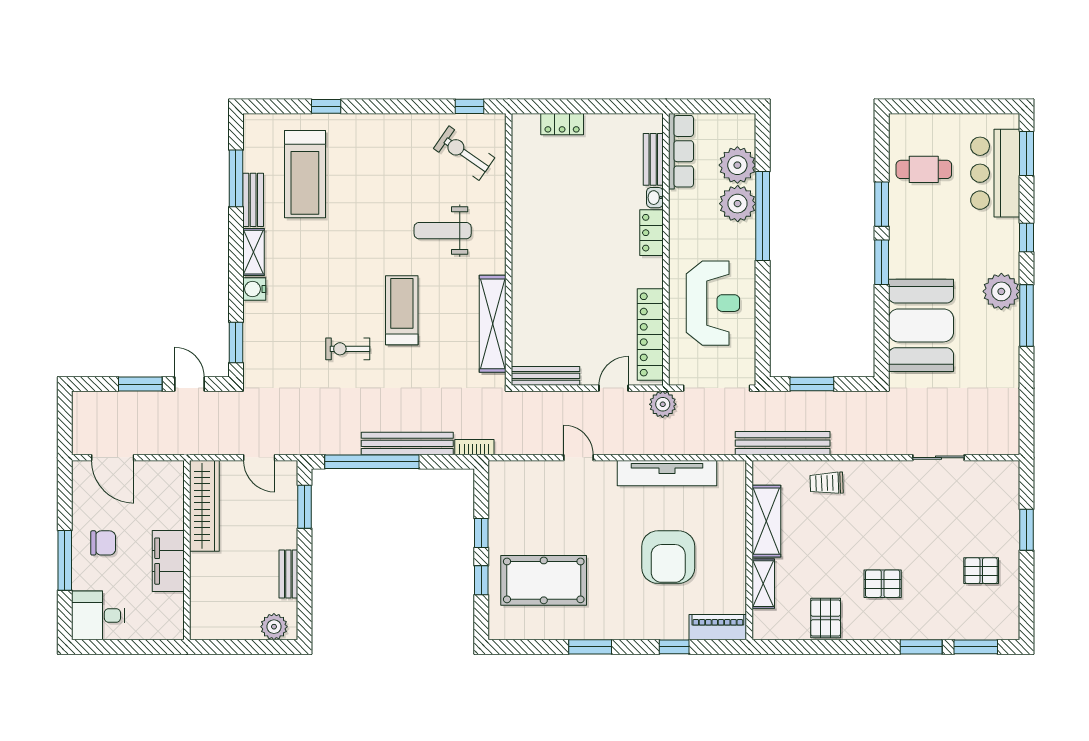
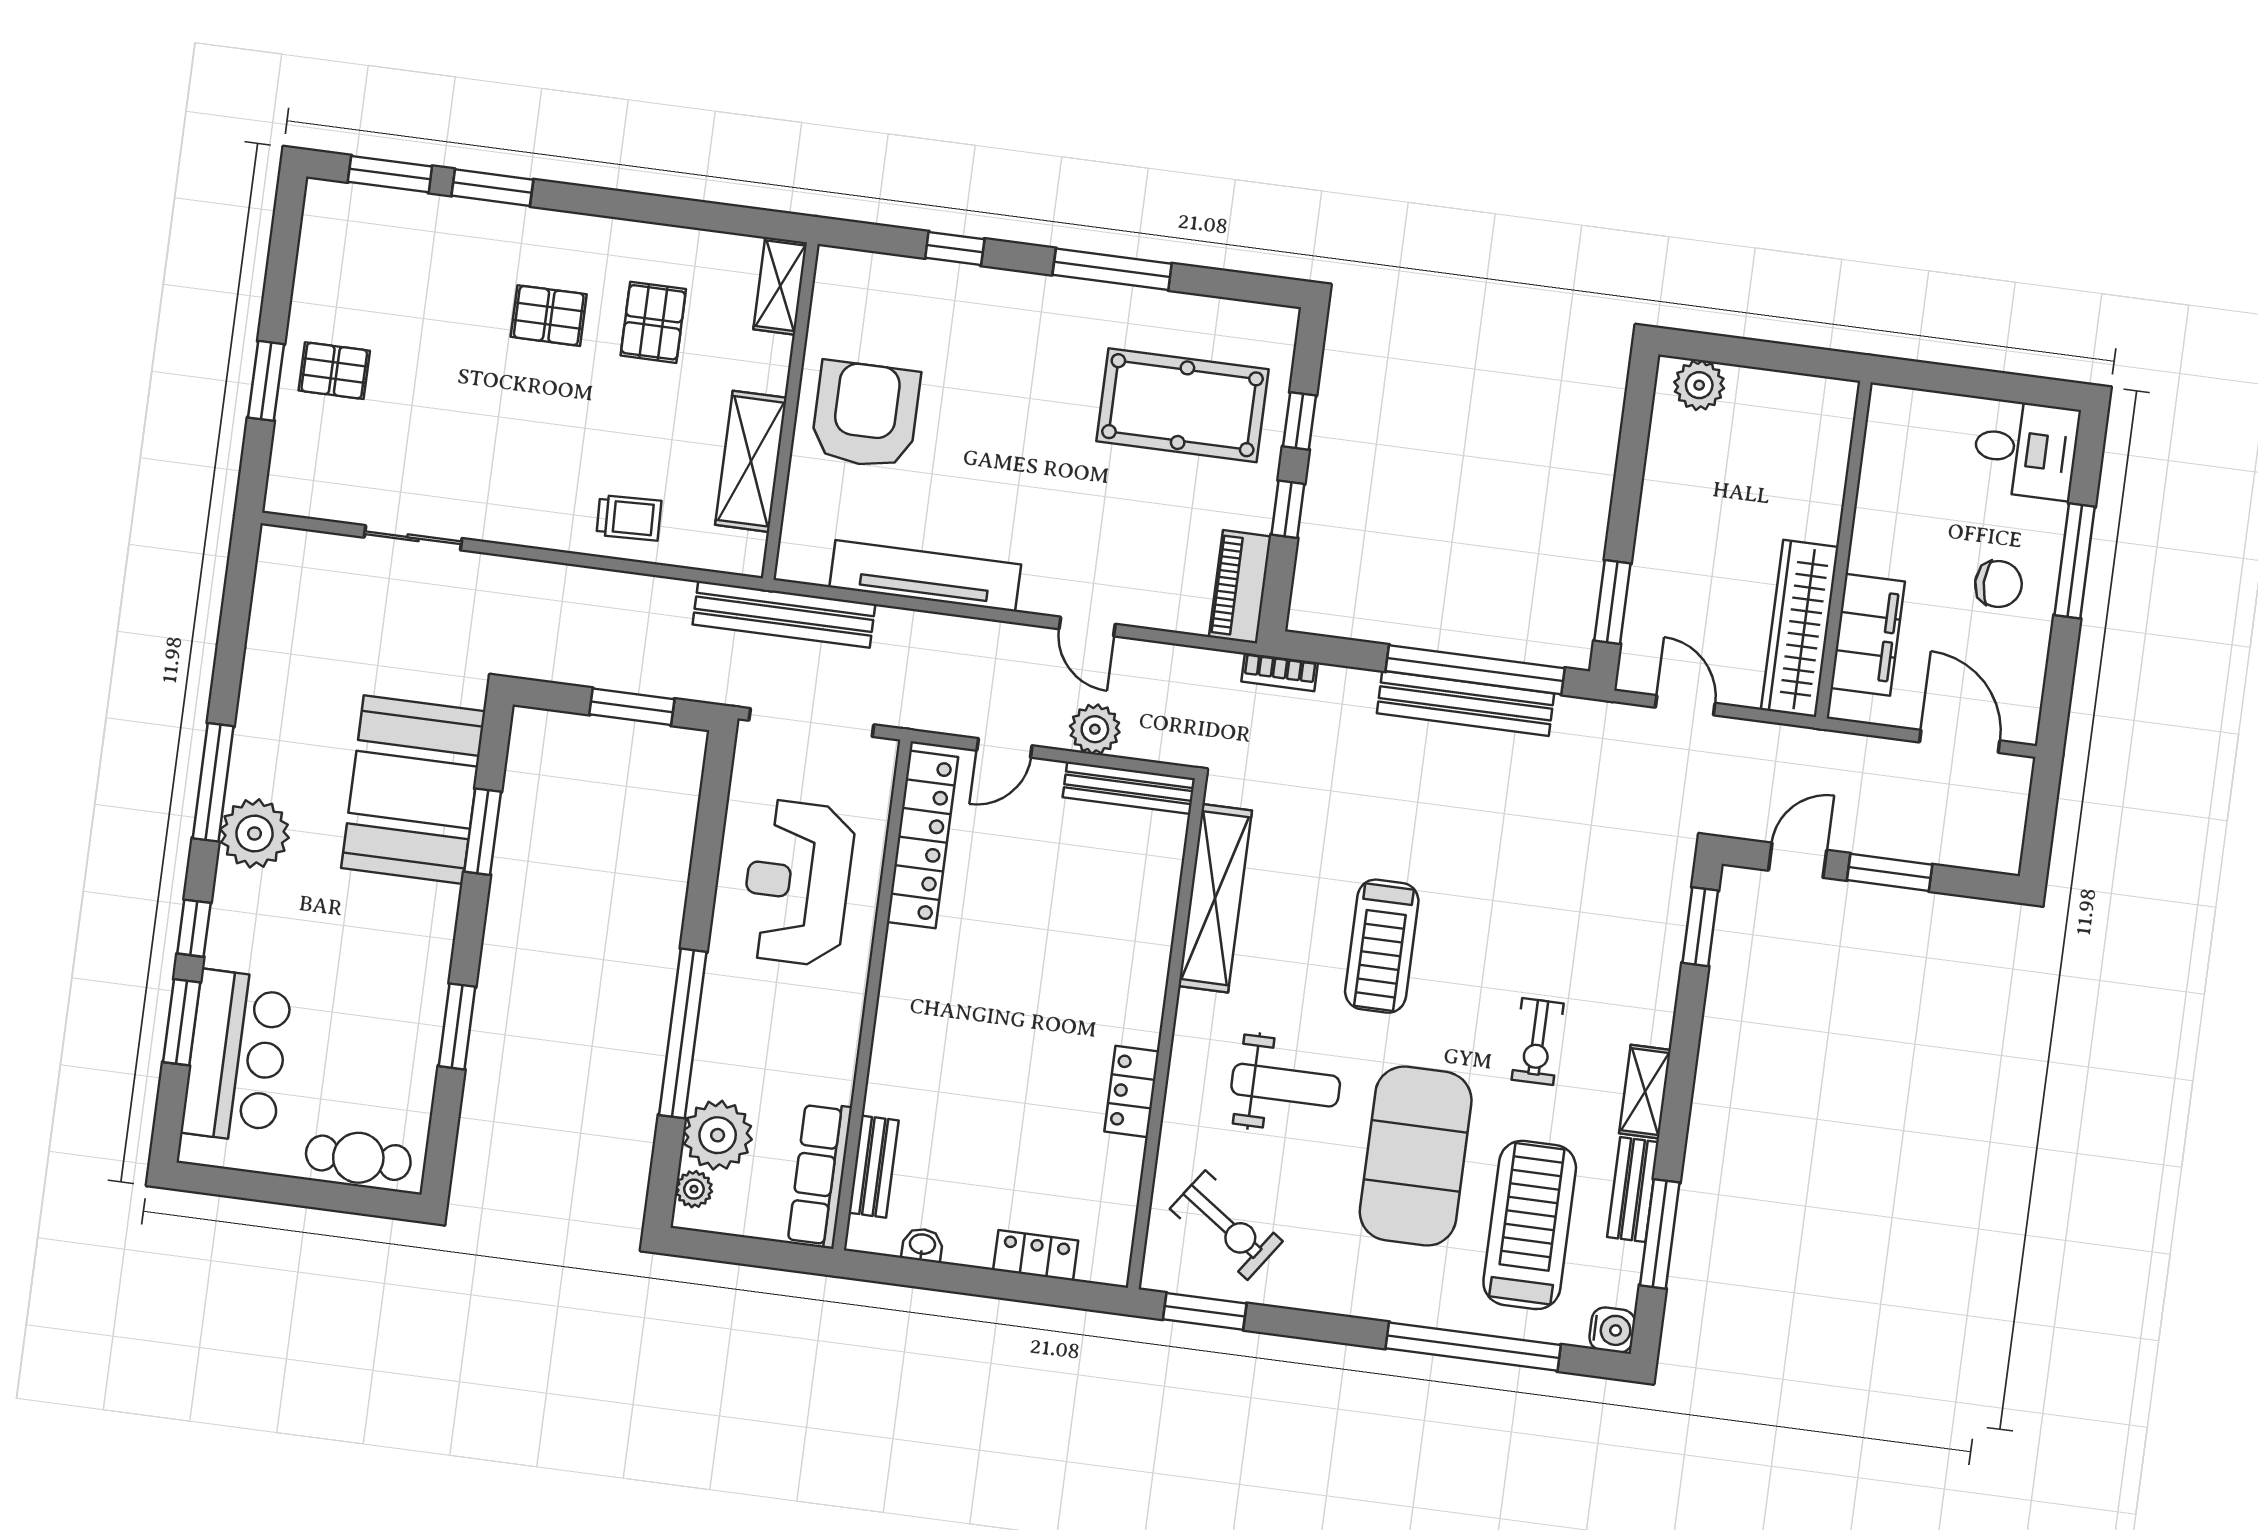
window: (326, 106) -> (1473, 1347), width x3.17
window: (469, 106) -> (1205, 1311), width x1.50
window: (1027, 153) -> (182, 1022), moved
cafe table: (924, 169) -> (358, 1158), moved
washbasin: (655, 198) -> (922, 1245), moved, turned -90
exercise mat: (369, 202) -> (1416, 1156), added
plant: (738, 204) -> (694, 1189), moved, width x0.53, depth x0.53
locker: (652, 233) -> (1132, 1092), moved, turned 180
window: (882, 262) -> (483, 832), moved
water cooler: (254, 289) -> (1612, 1330), moved
exercise bike: (348, 349) -> (1538, 1042), moved, turned 90
door: (189, 384) -> (1798, 860), swing flipped
plant: (663, 404) -> (1095, 729), moved
bench: (407, 443) -> (1465, 703), moved
bench: (783, 443) -> (784, 614), moved
chair: (103, 543) -> (1998, 584), turned 180
armchair: (668, 557) -> (866, 415), moved
filing cabinet: (168, 561) -> (1868, 635), moved
pallet: (981, 571) -> (334, 371), moved
bench: (288, 574) -> (1659, 480), removed
shelving: (763, 584) -> (780, 286), moved
pallet: (826, 618) -> (653, 322), moved
piano: (718, 627) -> (1240, 587), moved, turned 90
window: (590, 647) -> (1112, 269), width x1.44

